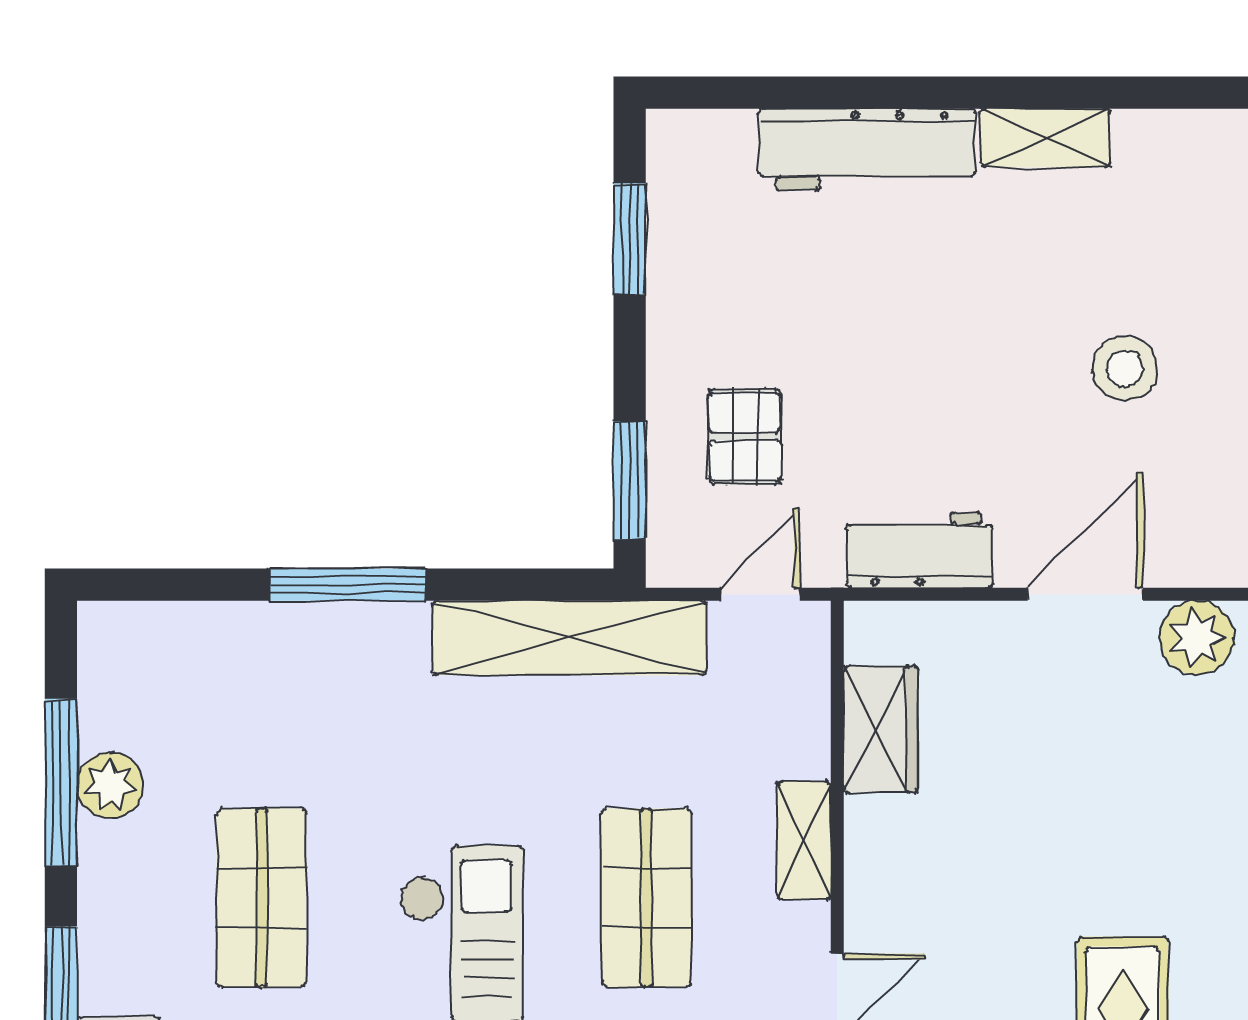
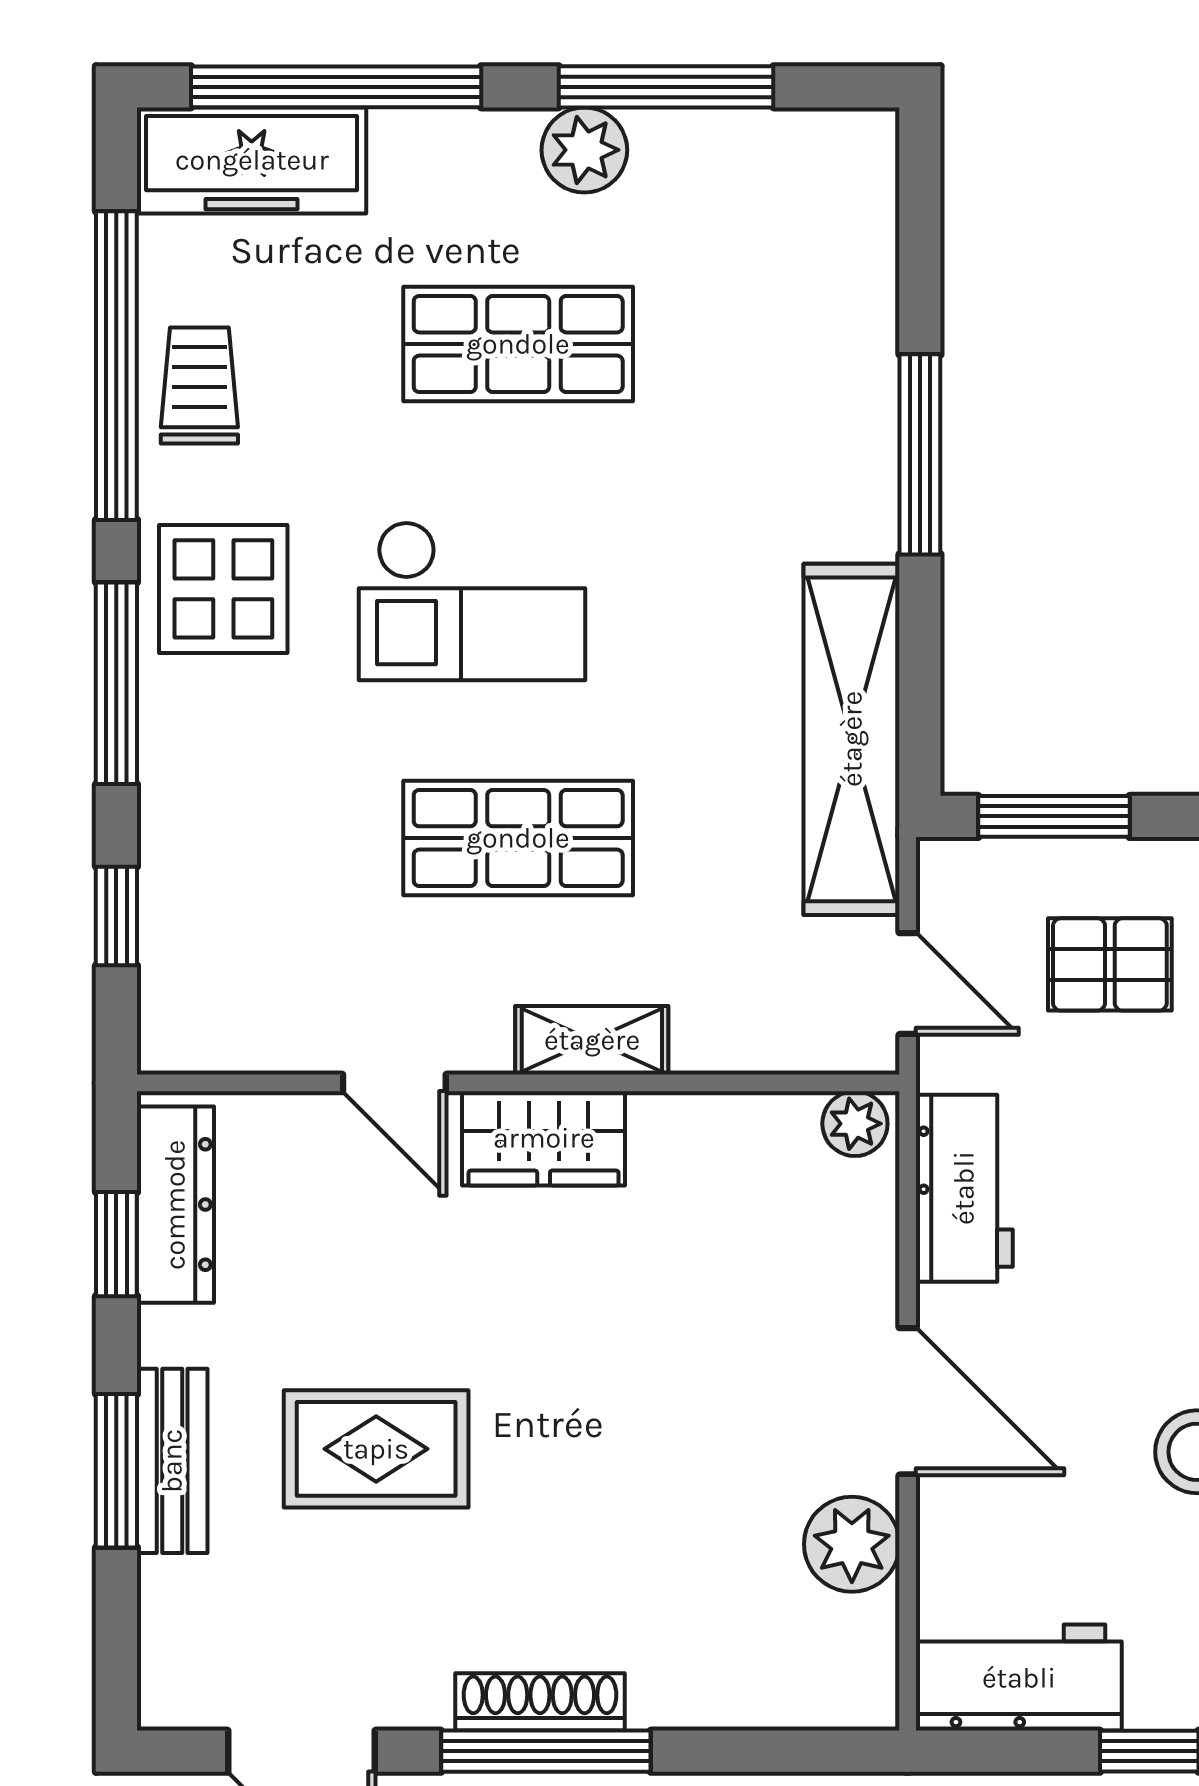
plant: (869, 635) -> (855, 1124), added
wardrobe: (880, 729) -> (544, 1138), moved
plant: (110, 785) -> (584, 150), moved

